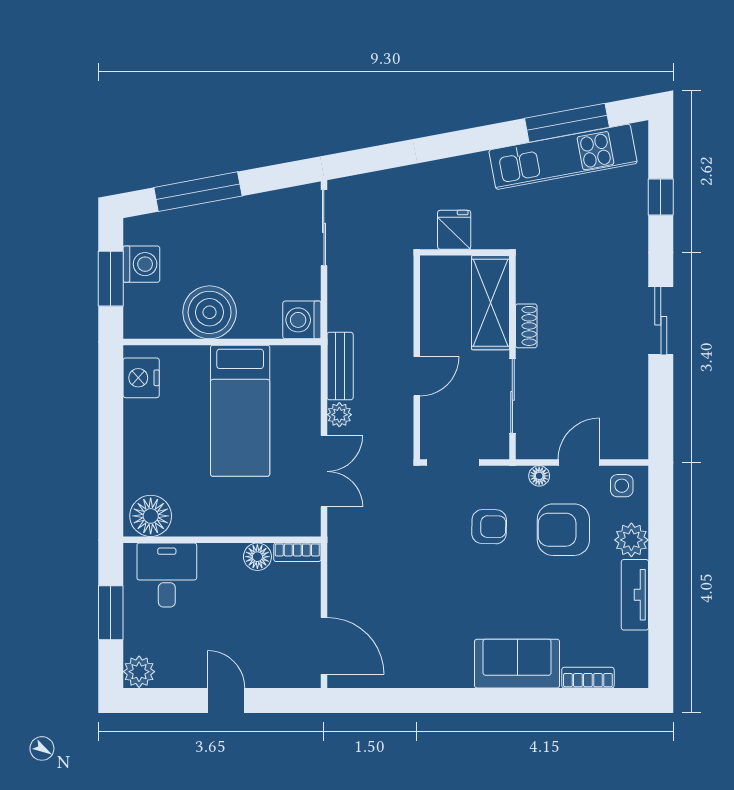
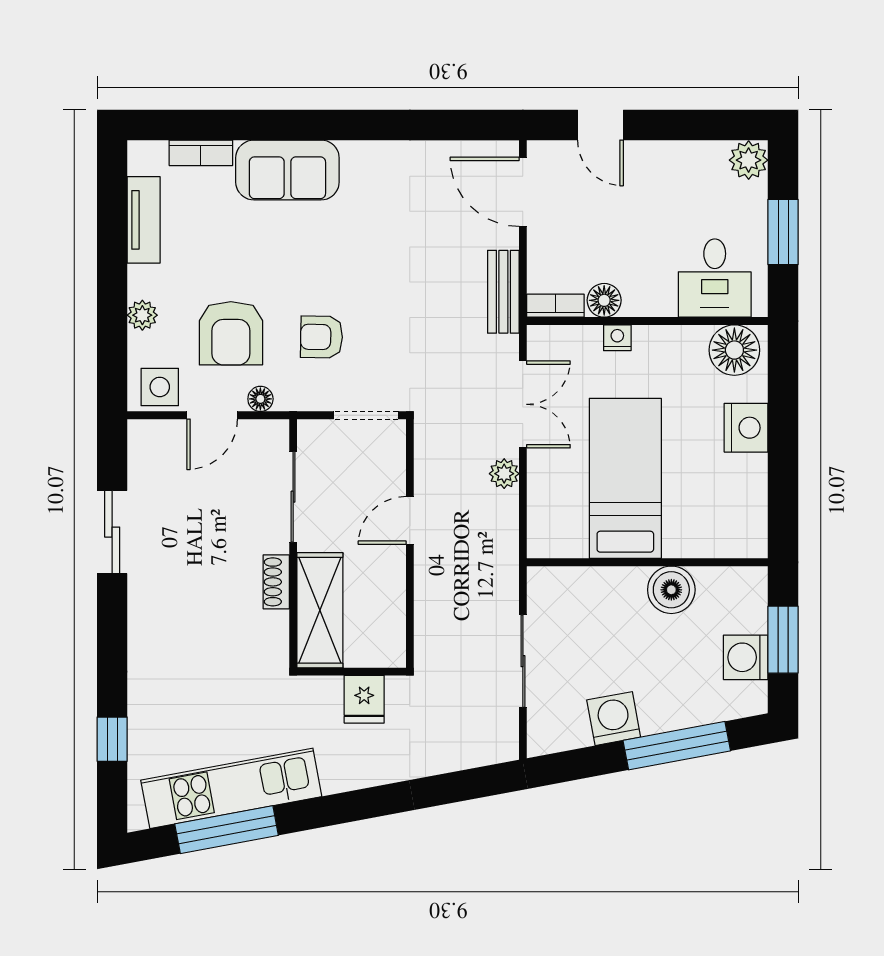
sliding door: (324, 228) -> (523, 661), moved
boiler: (210, 312) -> (671, 590), width x0.73, depth x0.73
washing machine: (302, 320) -> (614, 719), moved, turned -101
sliding door: (661, 321) -> (112, 532), moved
bench: (340, 366) -> (503, 292), moved
nightstand: (141, 378) -> (746, 428), moved
double door: (324, 471) -> (523, 404), swing flipped
side table: (622, 486) -> (160, 387), width x1.37, depth x1.37
nightstand: (247, 526) -> (617, 338), added
armchair: (563, 530) -> (231, 333), turned 90
plant: (631, 540) -> (142, 315), width x0.73, depth x0.73
tv unit: (635, 595) -> (144, 220), moved
door: (226, 700) -> (600, 125), moved

